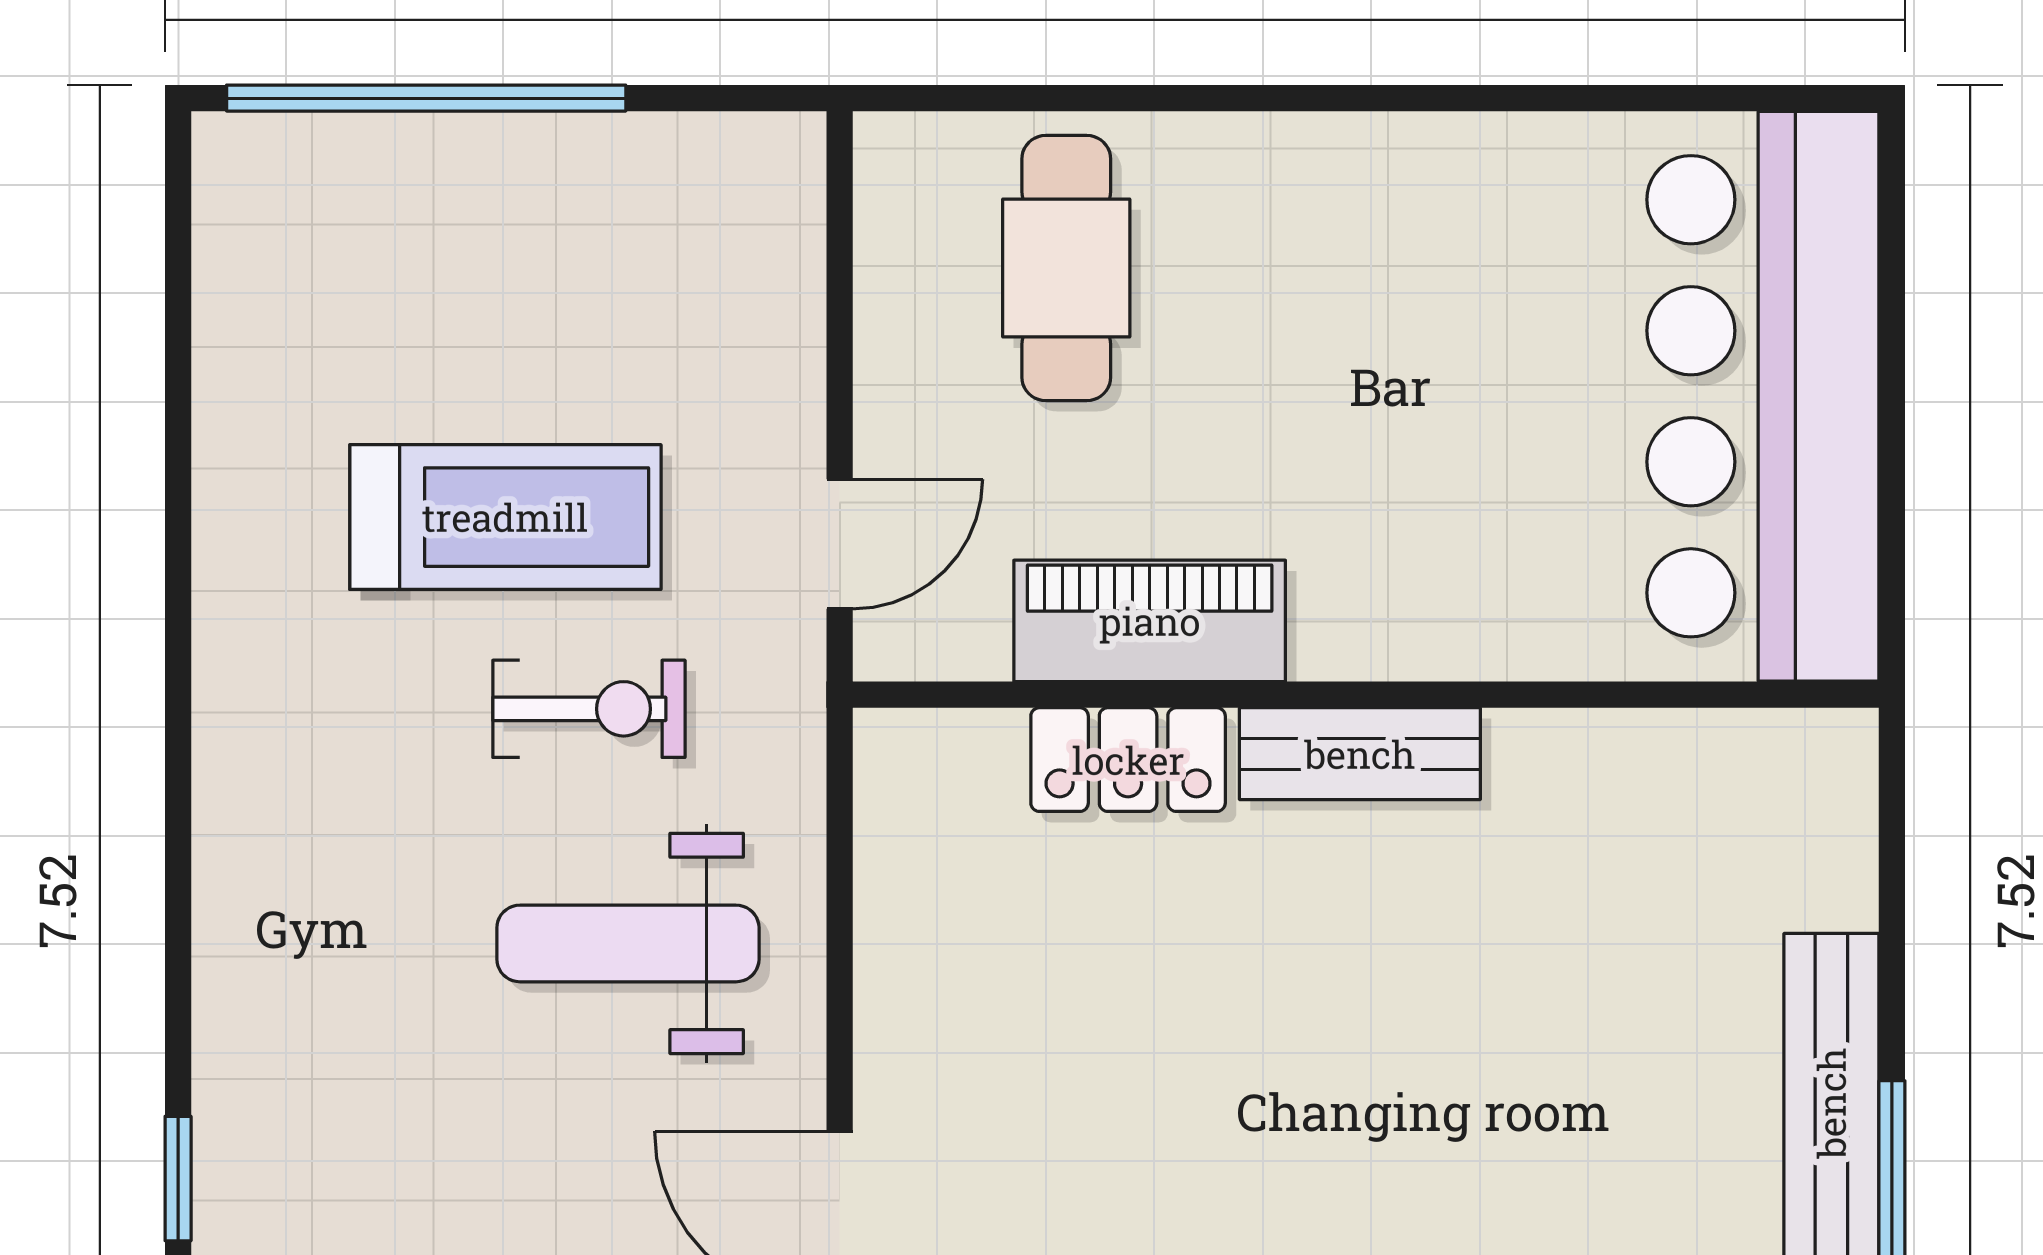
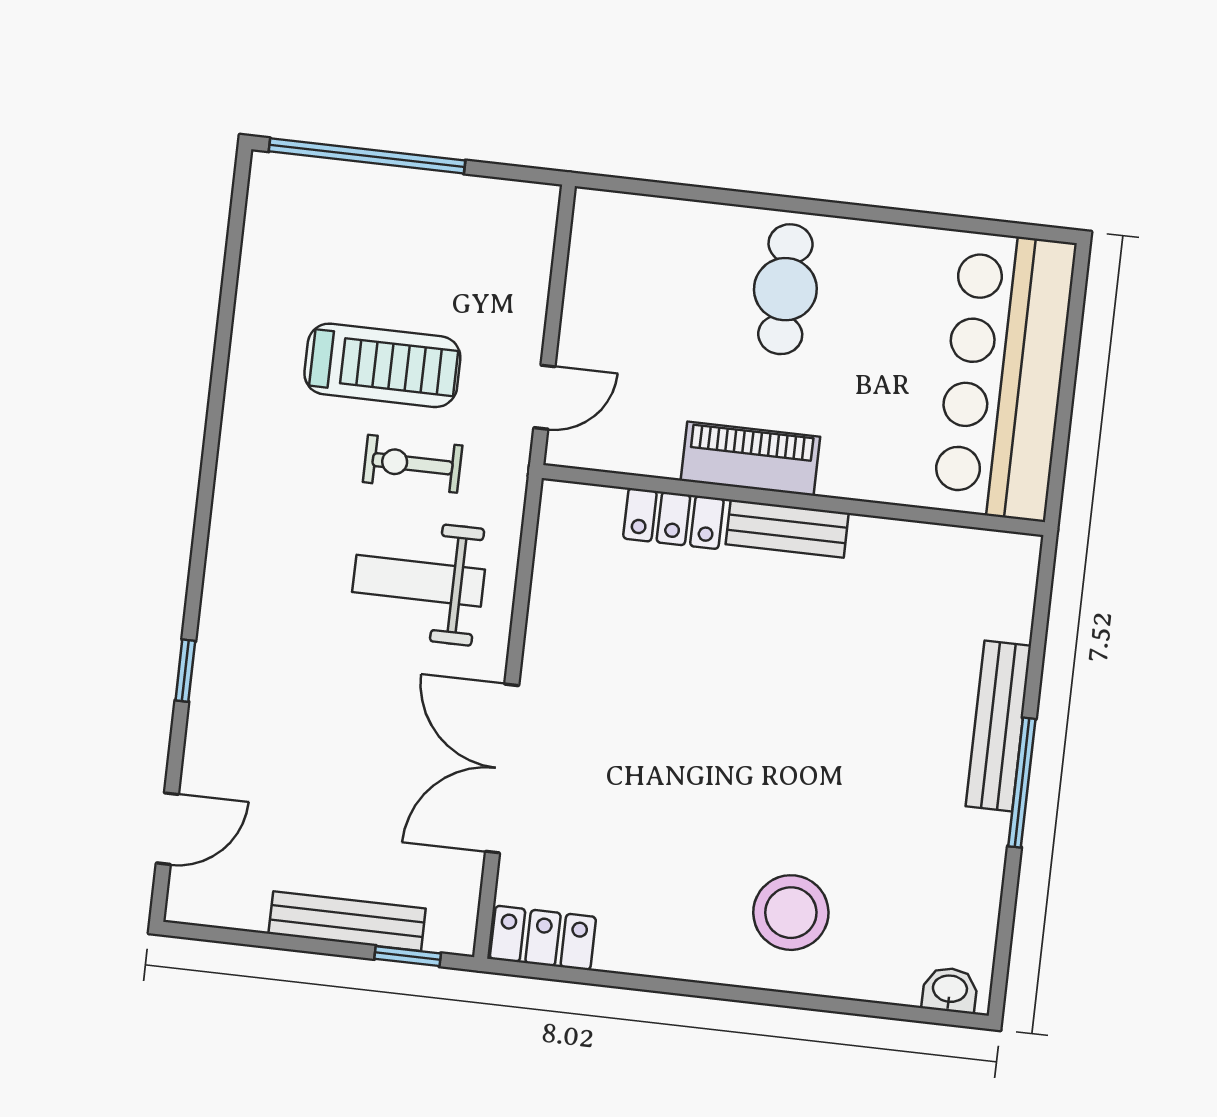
cafe table: (1066, 268) -> (785, 289), moved
piano: (1150, 621) -> (750, 459), moved
exercise bike: (589, 709) -> (413, 464), turned 180

